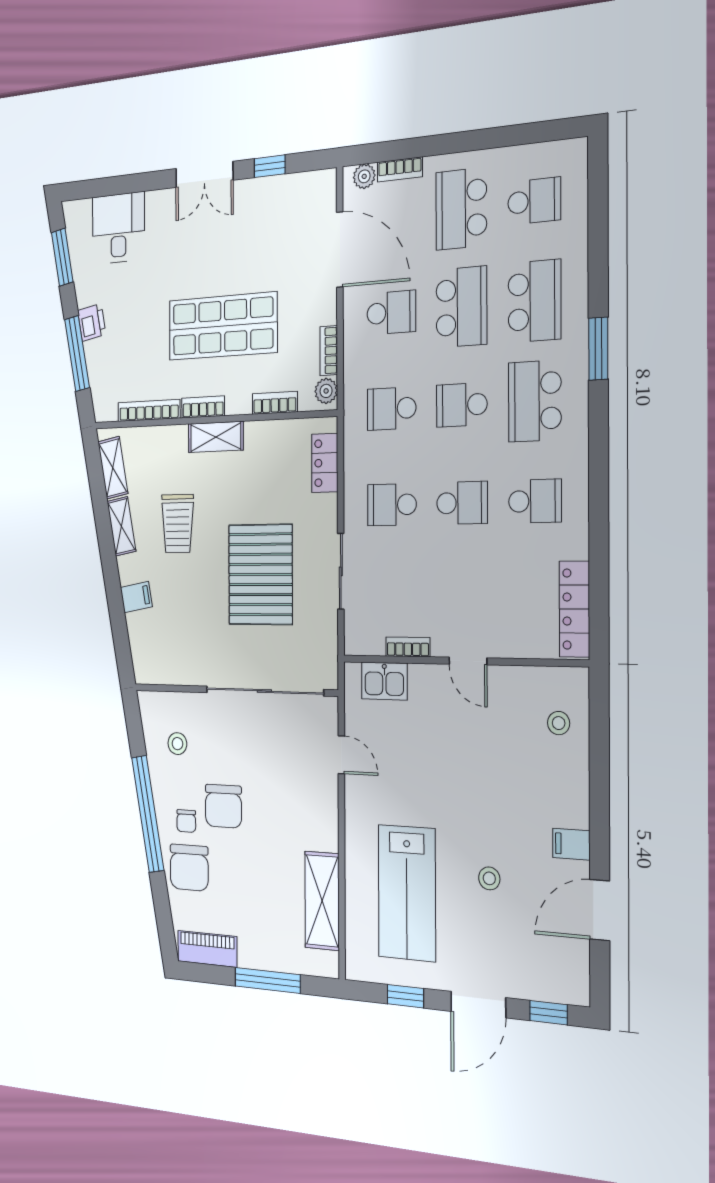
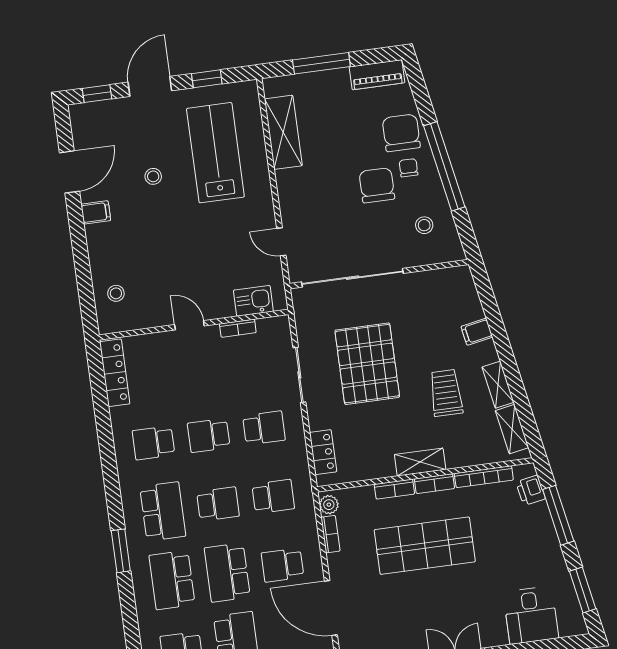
printer: (92, 322) -> (531, 490), moved
bookcase: (275, 403) -> (394, 489), moved

